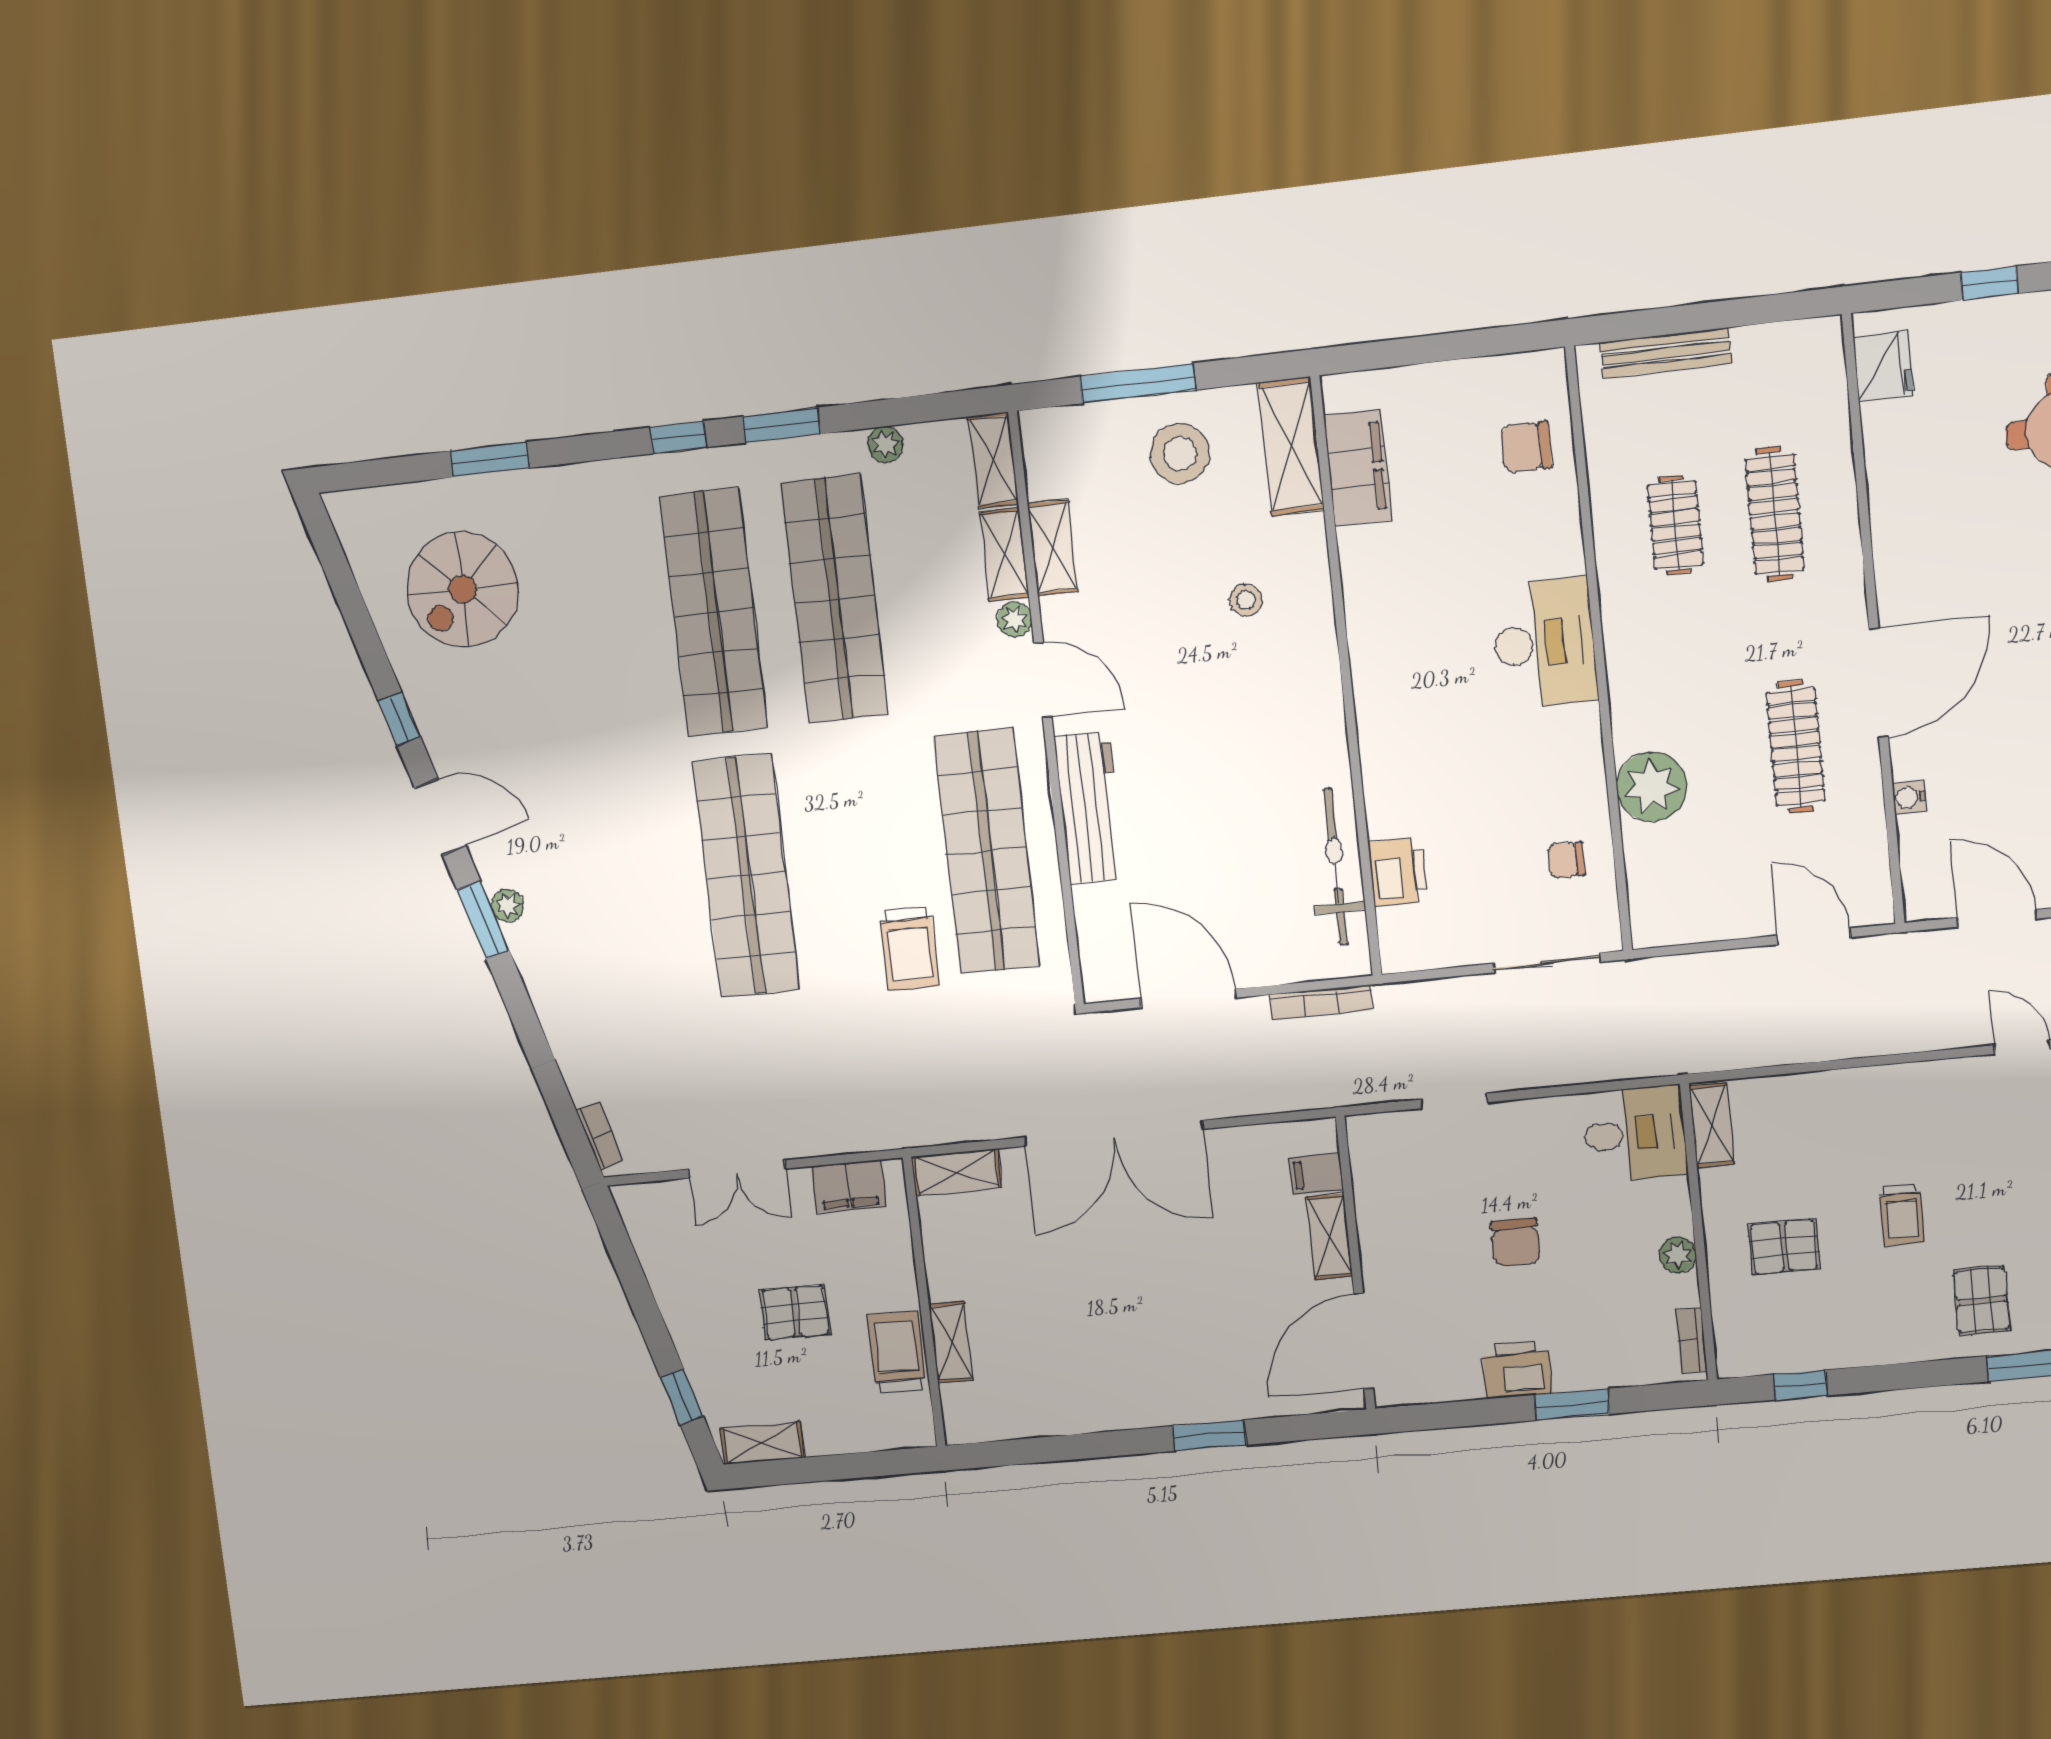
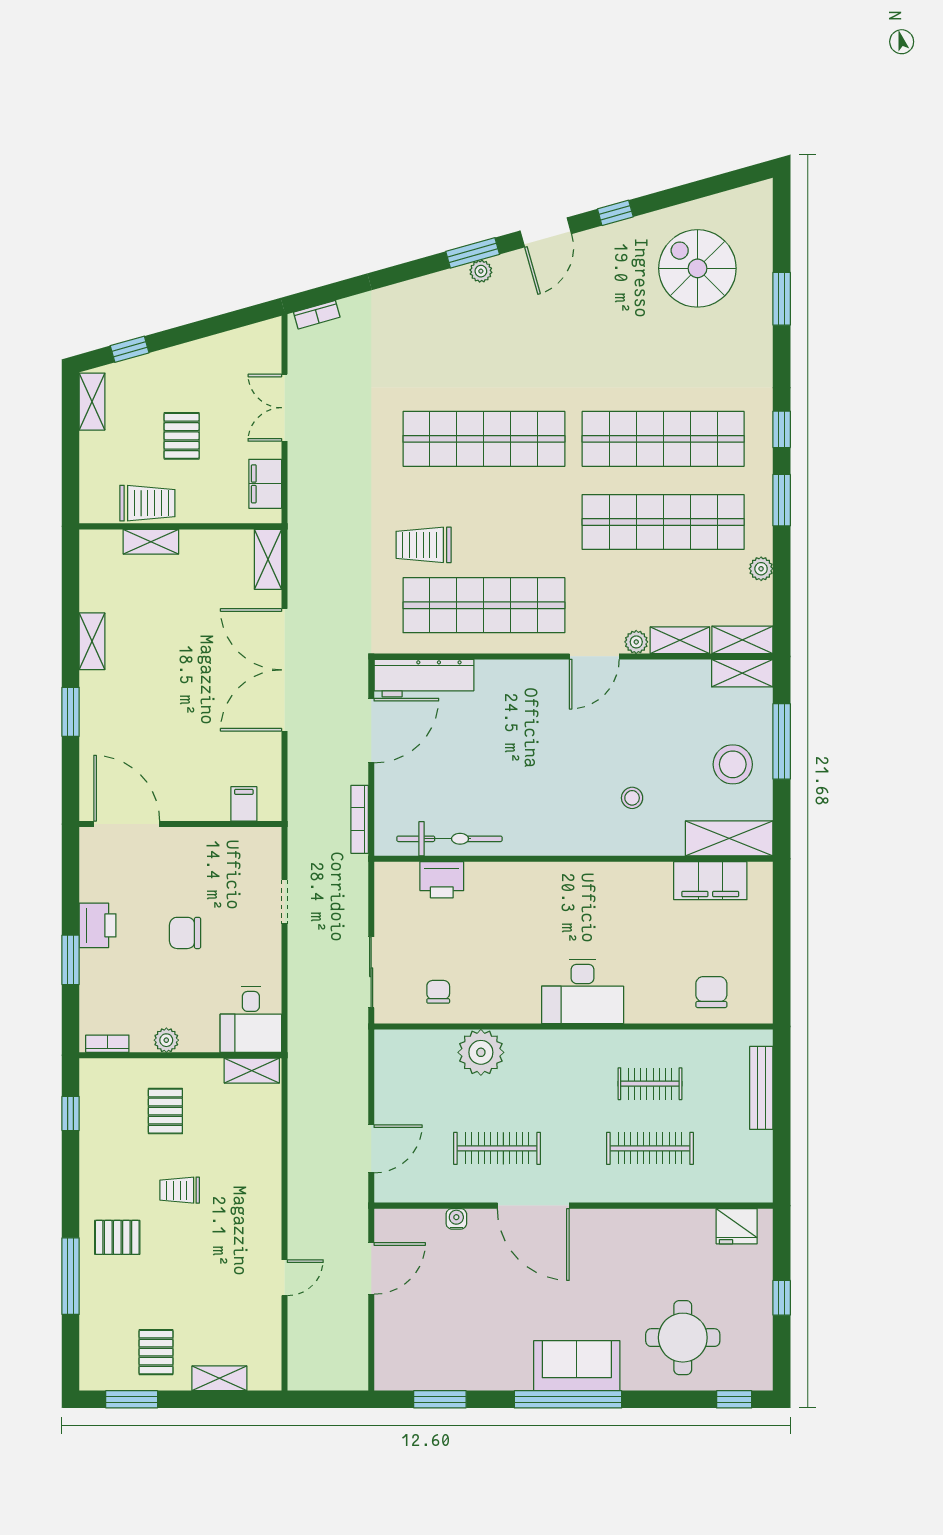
shelving: (1053, 548) -> (742, 673), moved
workbench: (1089, 807) -> (424, 678), moved
shelving: (1329, 1237) -> (92, 641), moved, turned 90

